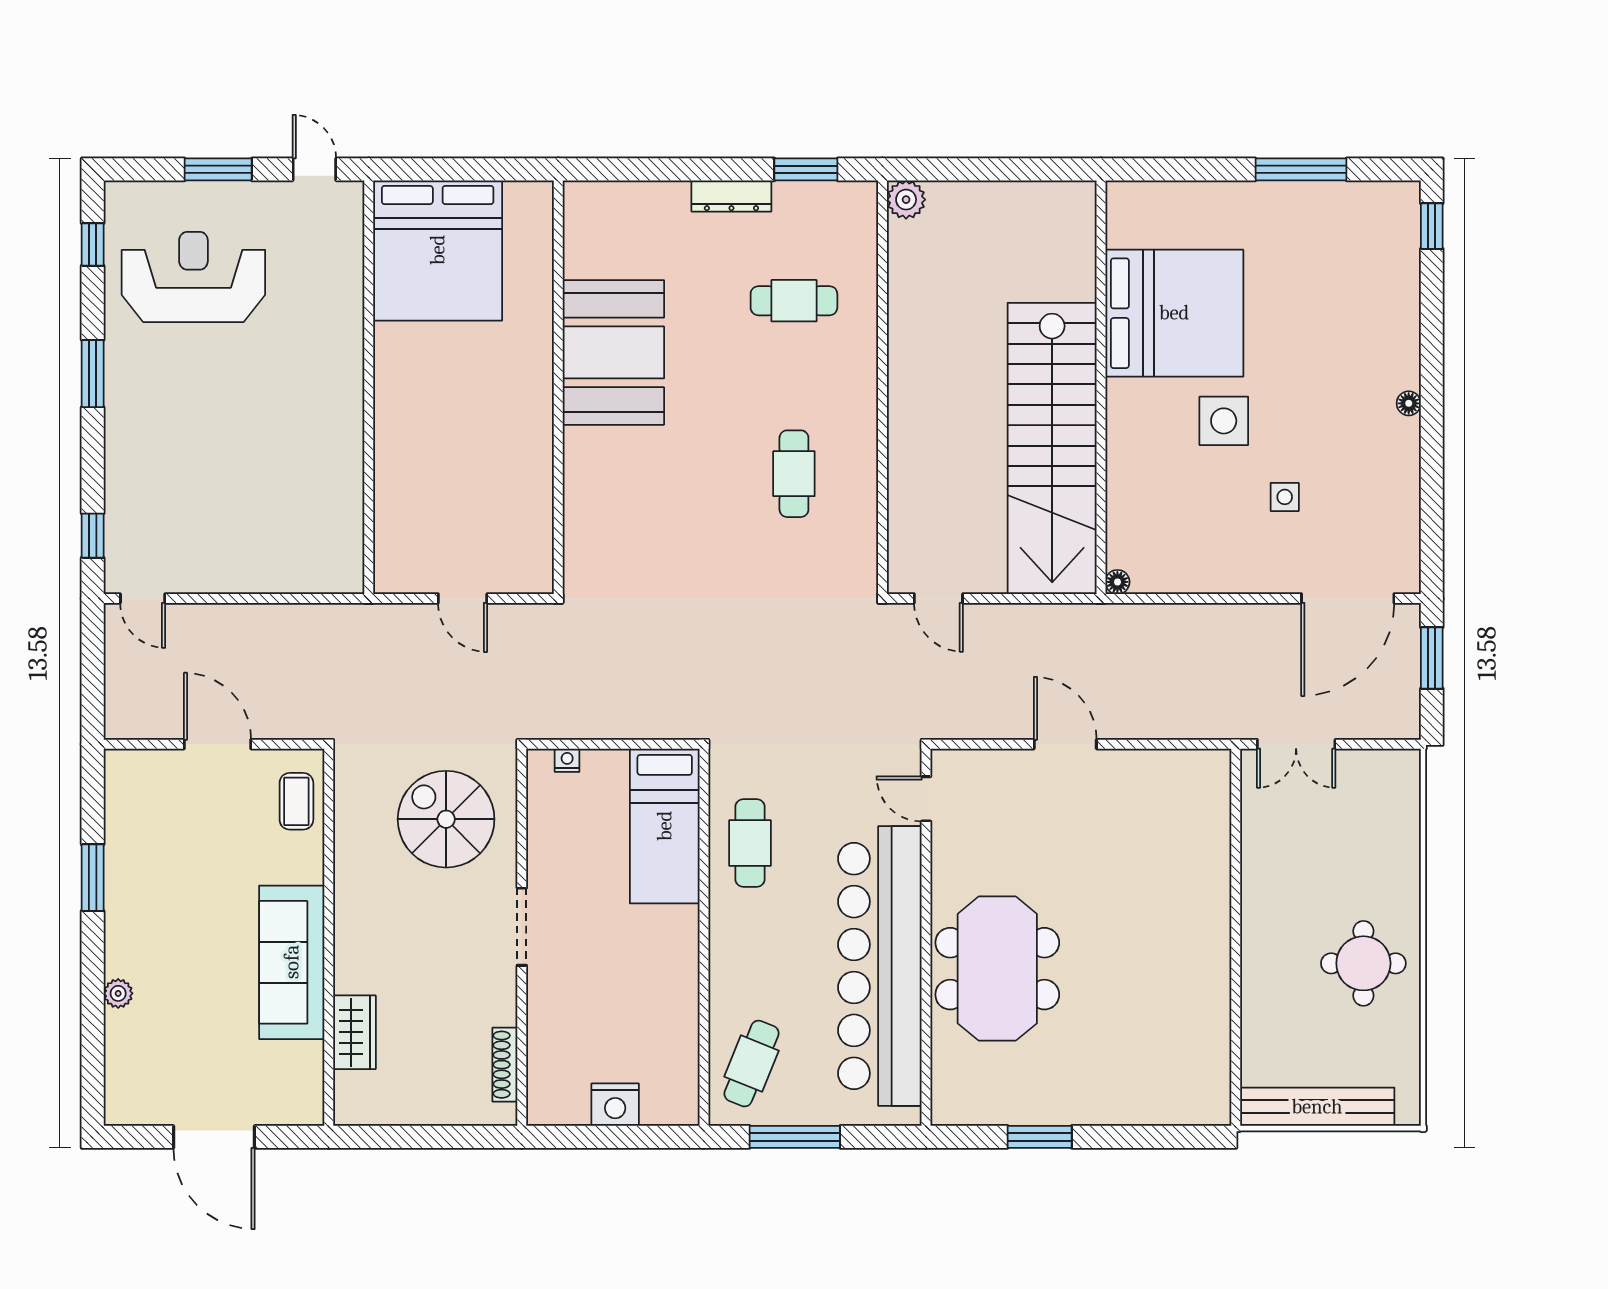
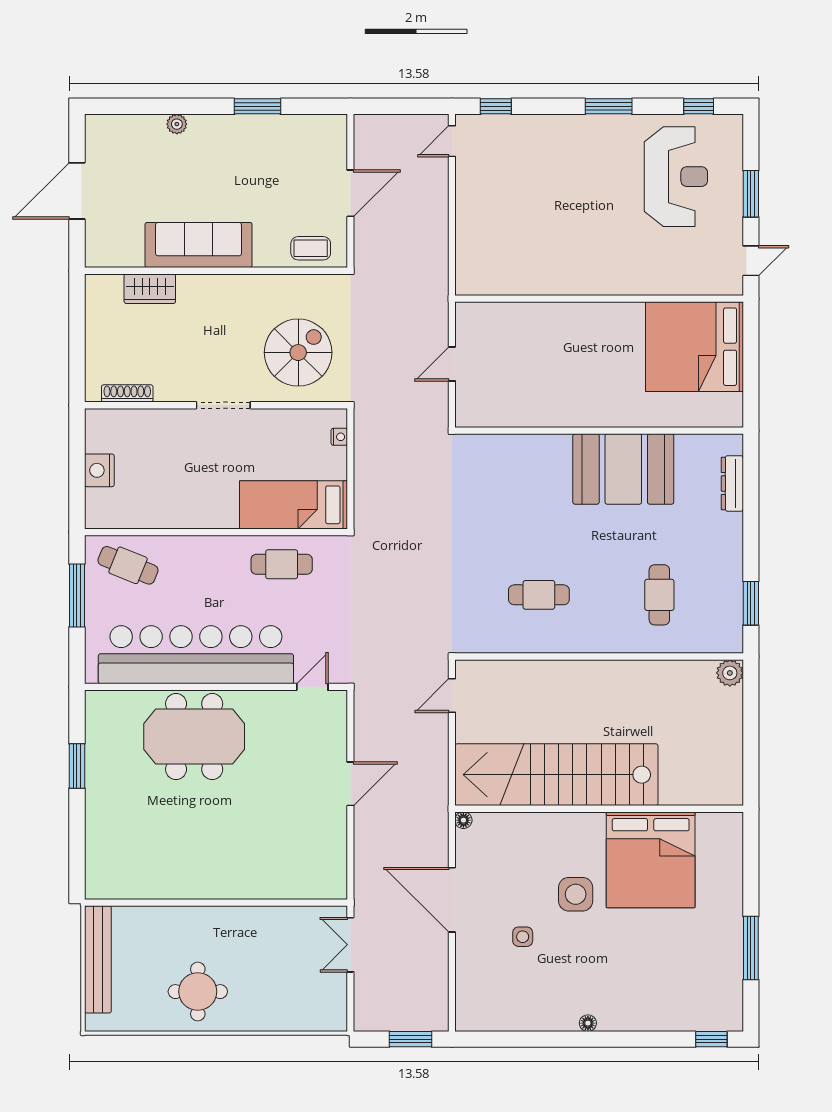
dresser: (731, 196) -> (732, 483), moved
door: (1348, 598) -> (452, 900), moved

